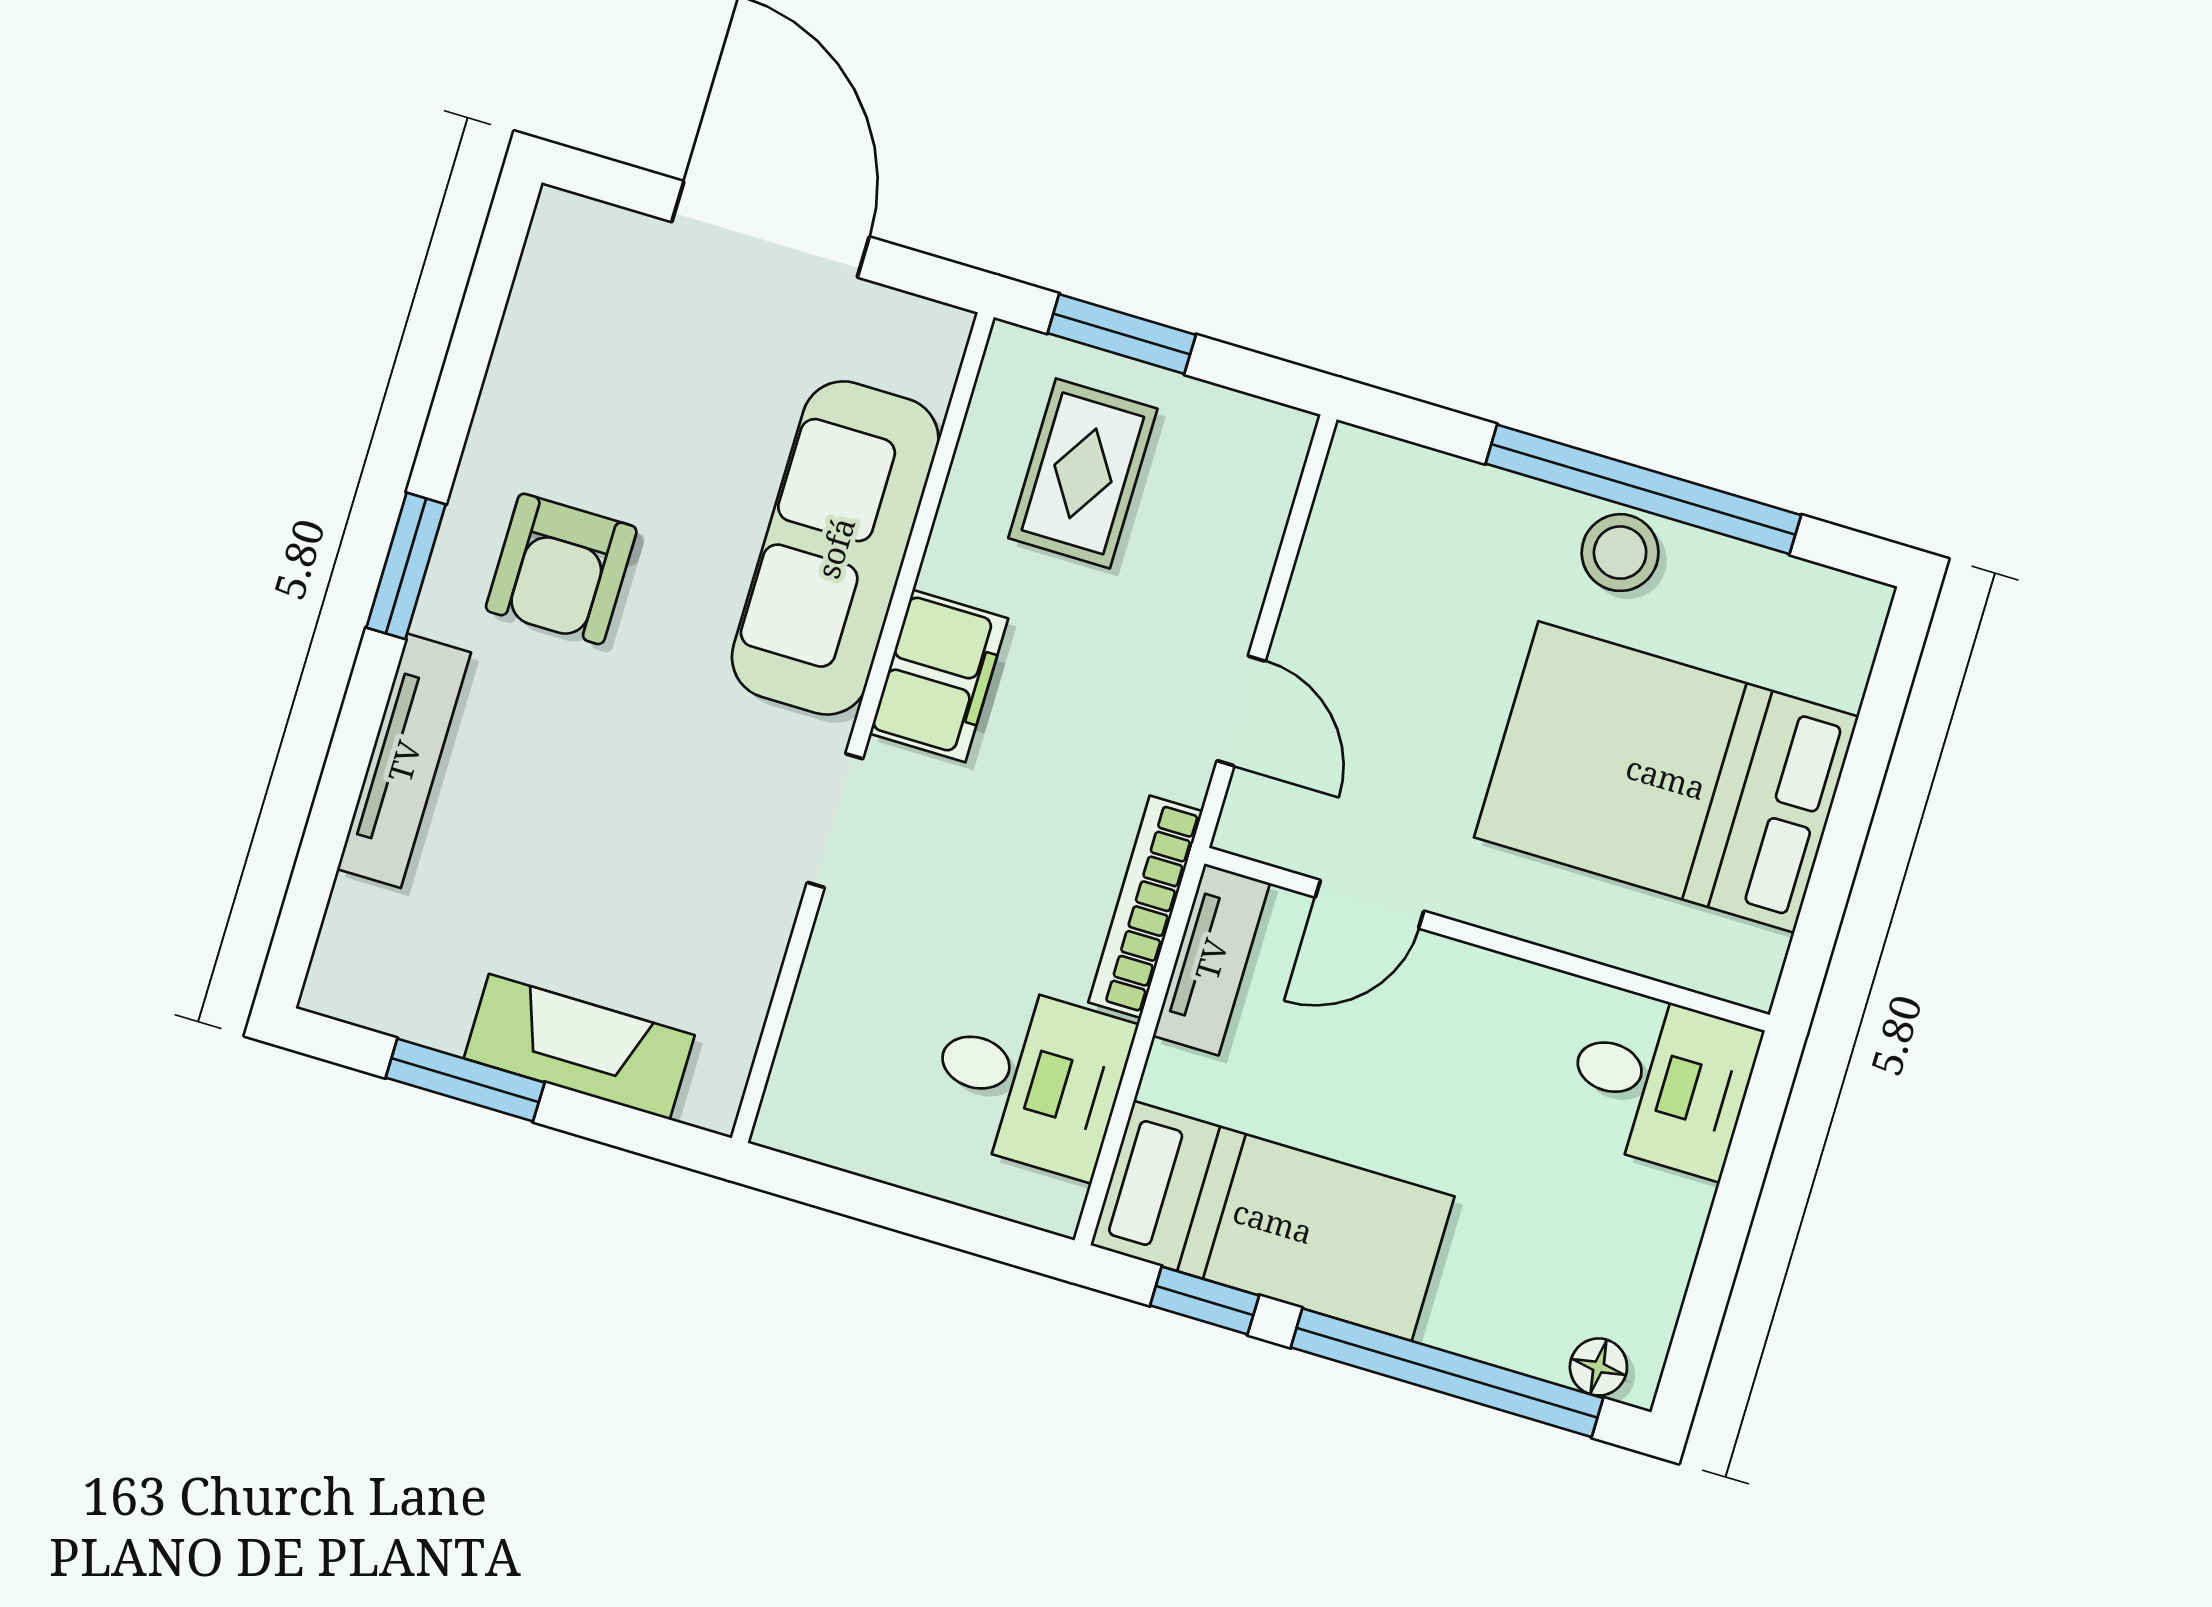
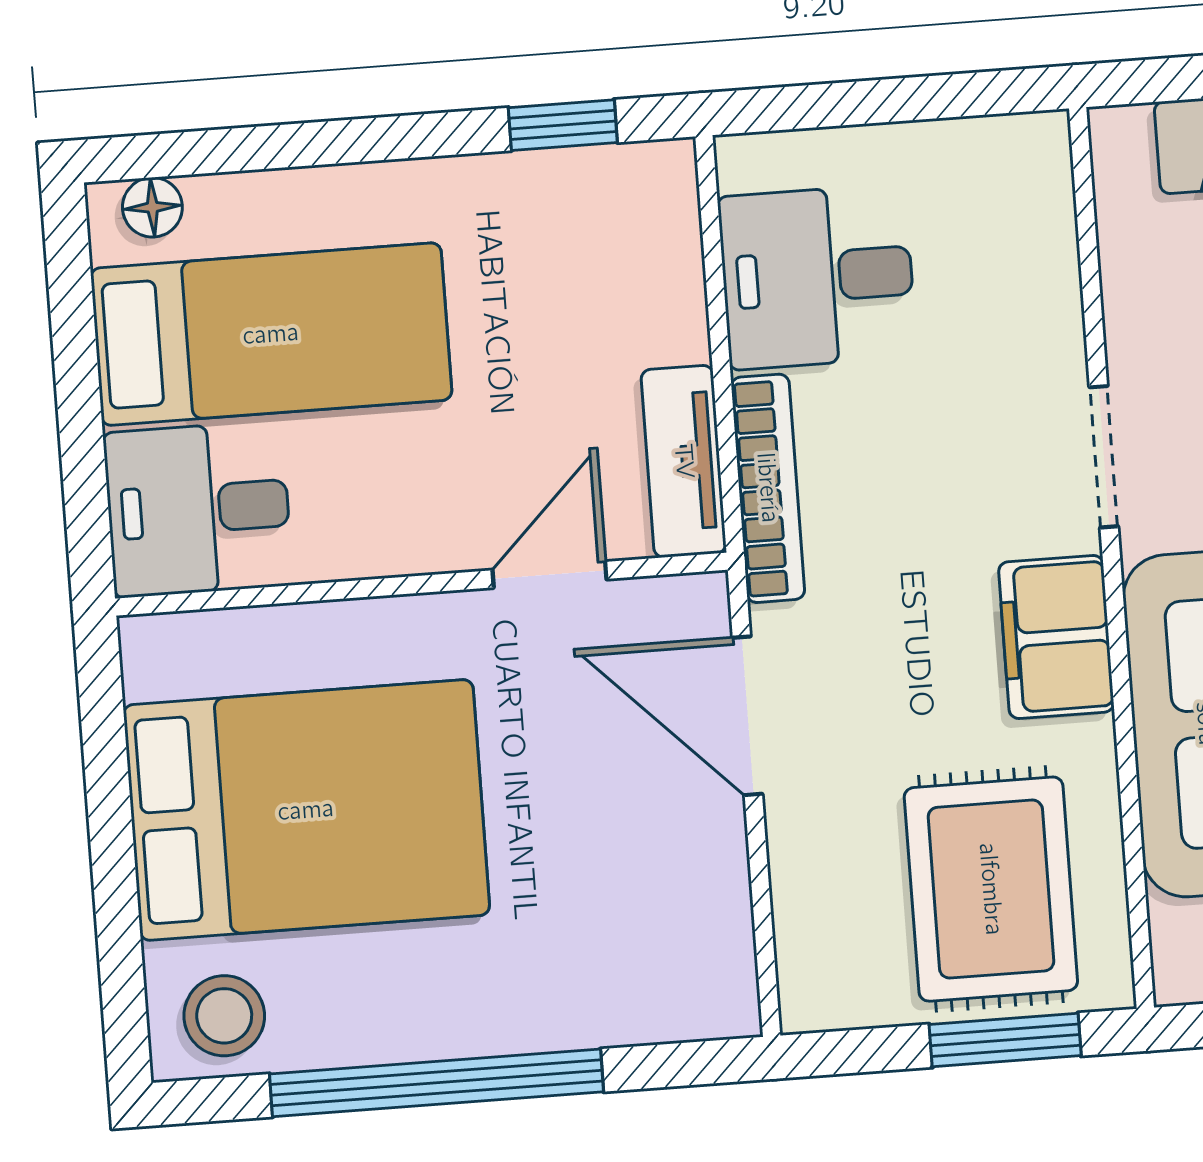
rug: (1083, 473) -> (991, 889), width x1.36, depth x1.43
stool: (1620, 553) -> (224, 1016), moved
door: (1241, 711) -> (747, 716), width x1.37
bed: (1273, 1221) -> (271, 334), moved, turned 180
window: (1447, 1373) -> (298, 145), removed

